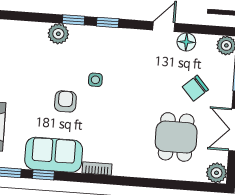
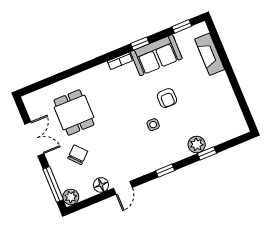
window: (73, 20) -> (207, 153), moved
plant: (216, 173) -> (32, 101), removed
window: (43, 175) -> (140, 44), moved

